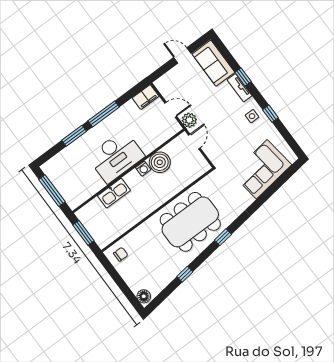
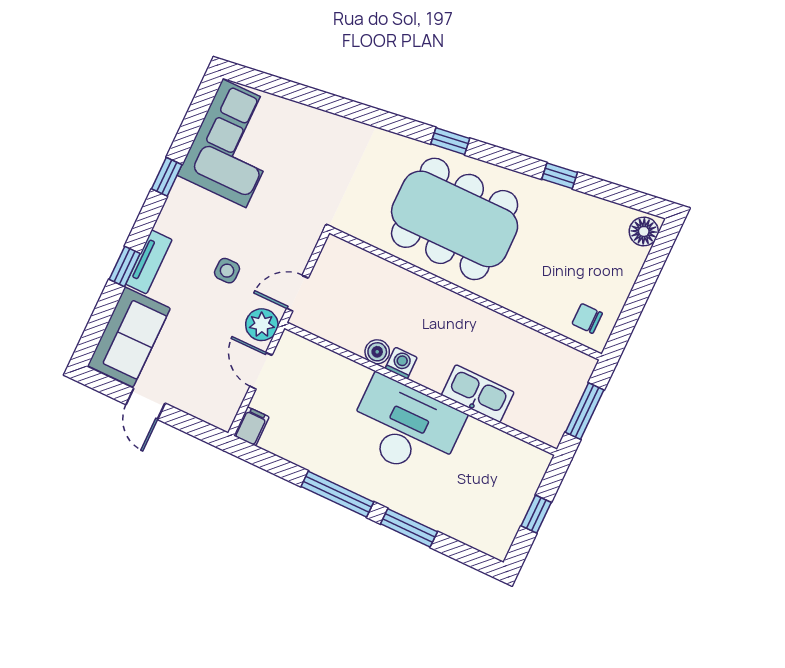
filing cabinet: (146, 97) -> (251, 426), width x0.50
side table: (252, 116) -> (227, 271), moved
boiler: (160, 162) -> (377, 352), width x0.54, depth x0.54
corner sofa: (262, 169) -> (234, 143), moved, turned -82
window: (52, 191) -> (536, 514), width x0.46

